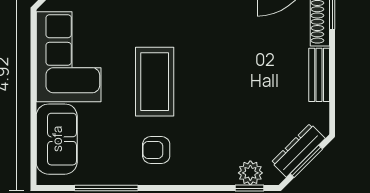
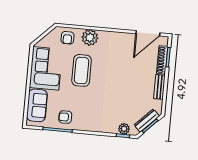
coffee table: (155, 82) -> (82, 70), moved
armchair: (156, 150) -> (65, 117), moved

